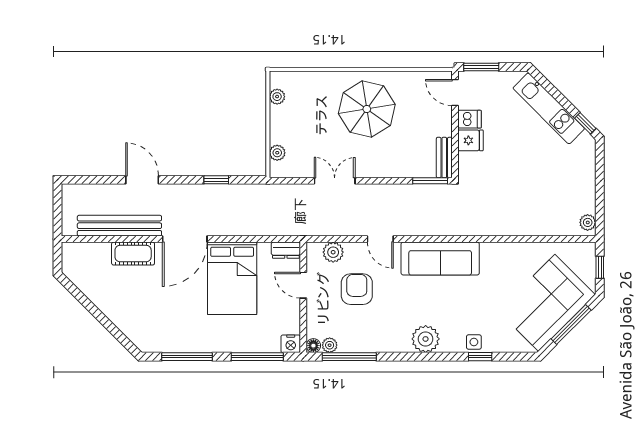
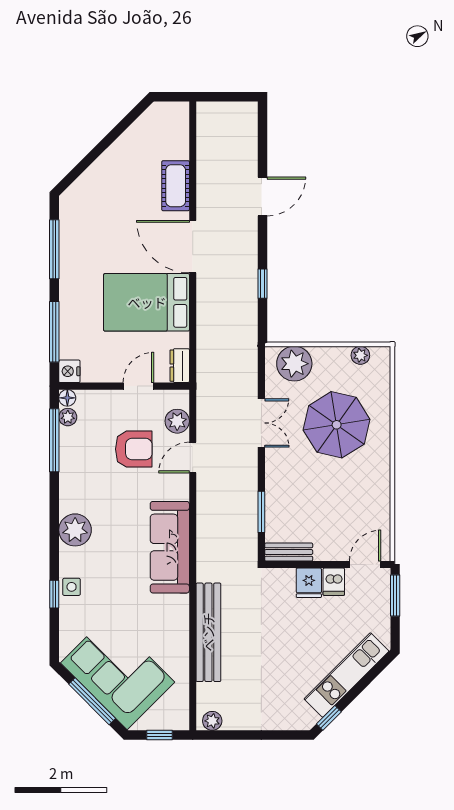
parasol: (367, 109) -> (337, 425), moved
plant: (277, 153) -> (294, 364), width x1.87, depth x1.87
window: (430, 181) -> (261, 512), moved
bench: (119, 226) -> (208, 632), moved
door: (380, 239) -> (193, 458), moved

